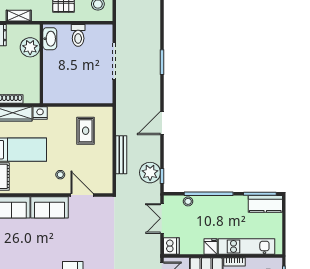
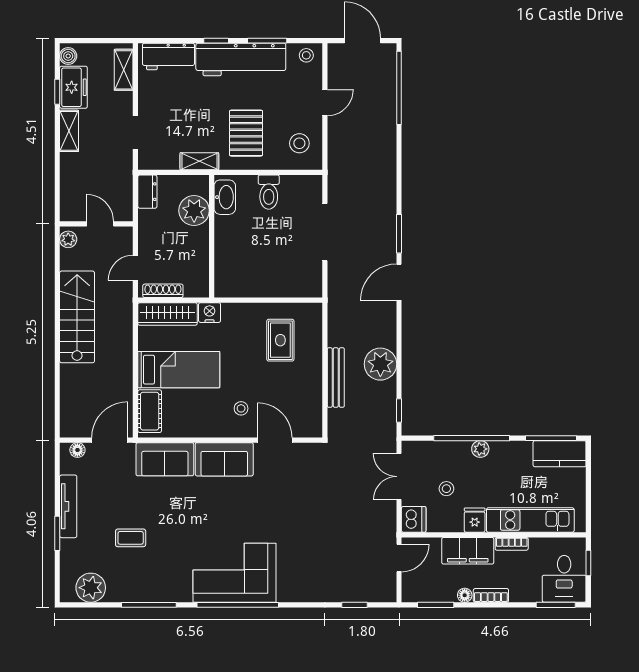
shelving: (19, 16) -> (199, 161), moved
door: (162, 123) -> (399, 282), moved
plant: (150, 173) -> (380, 364), moved
stool: (188, 201) -> (446, 489), moved
plant: (214, 201) -> (480, 449), added

